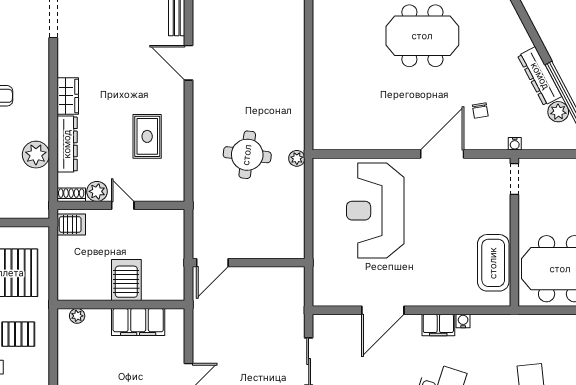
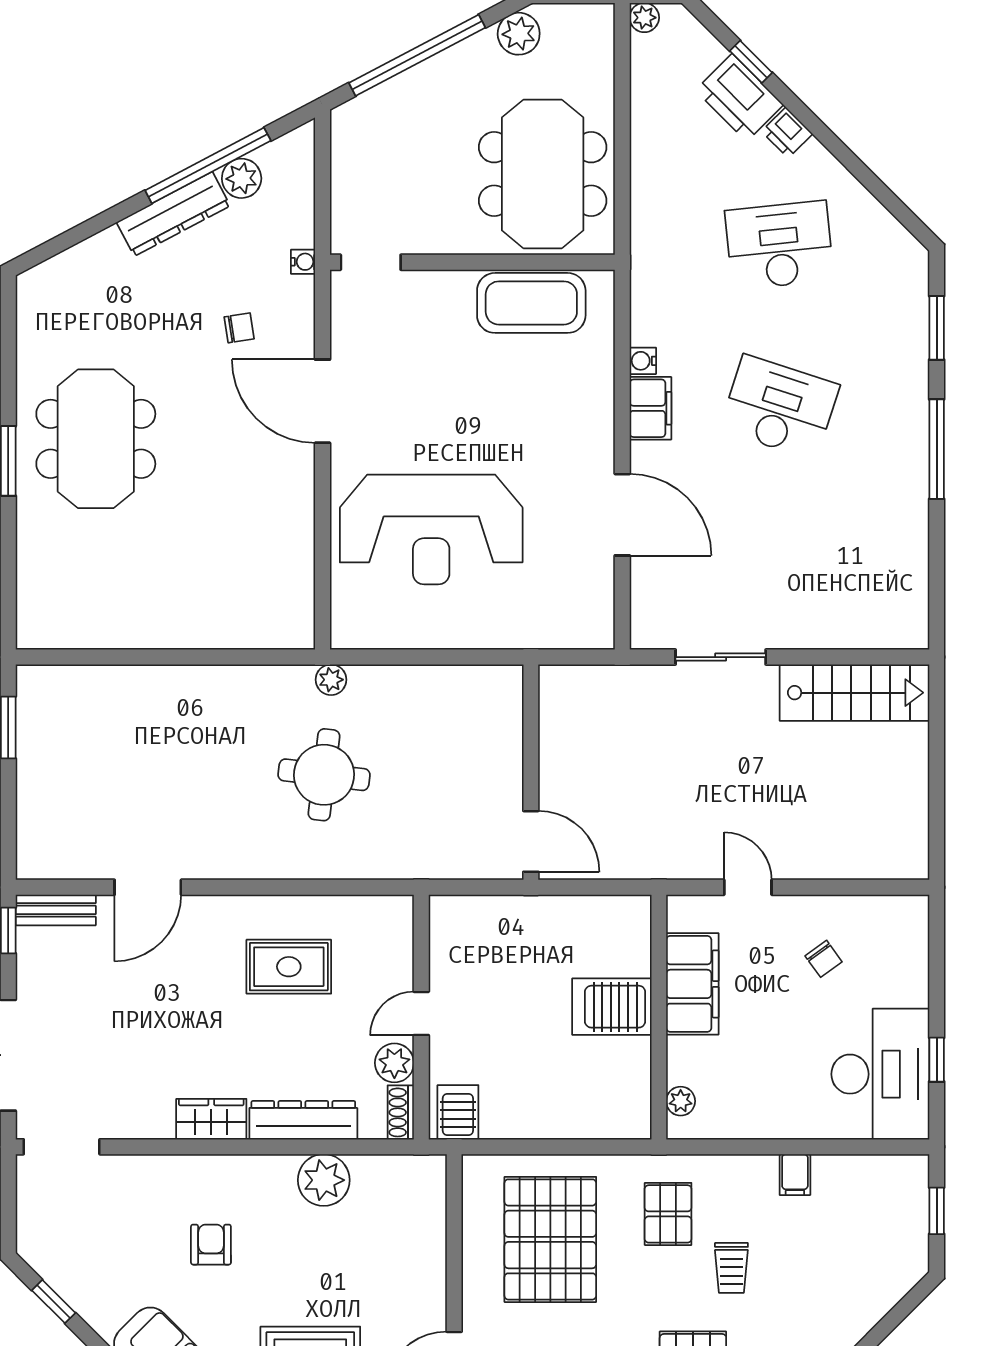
server rack: (126, 280) -> (612, 1007), moved
wall: (121, 305) -> (659, 1017), moved
plant: (77, 316) -> (681, 1101), moved
filing cabinet: (138, 322) -> (692, 984), moved

